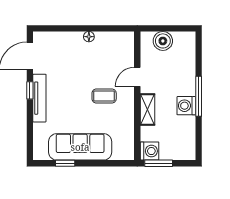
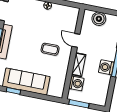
door: (137, 77) -> (76, 40), hinge flipped
washing machine: (150, 151) -> (76, 83), moved

